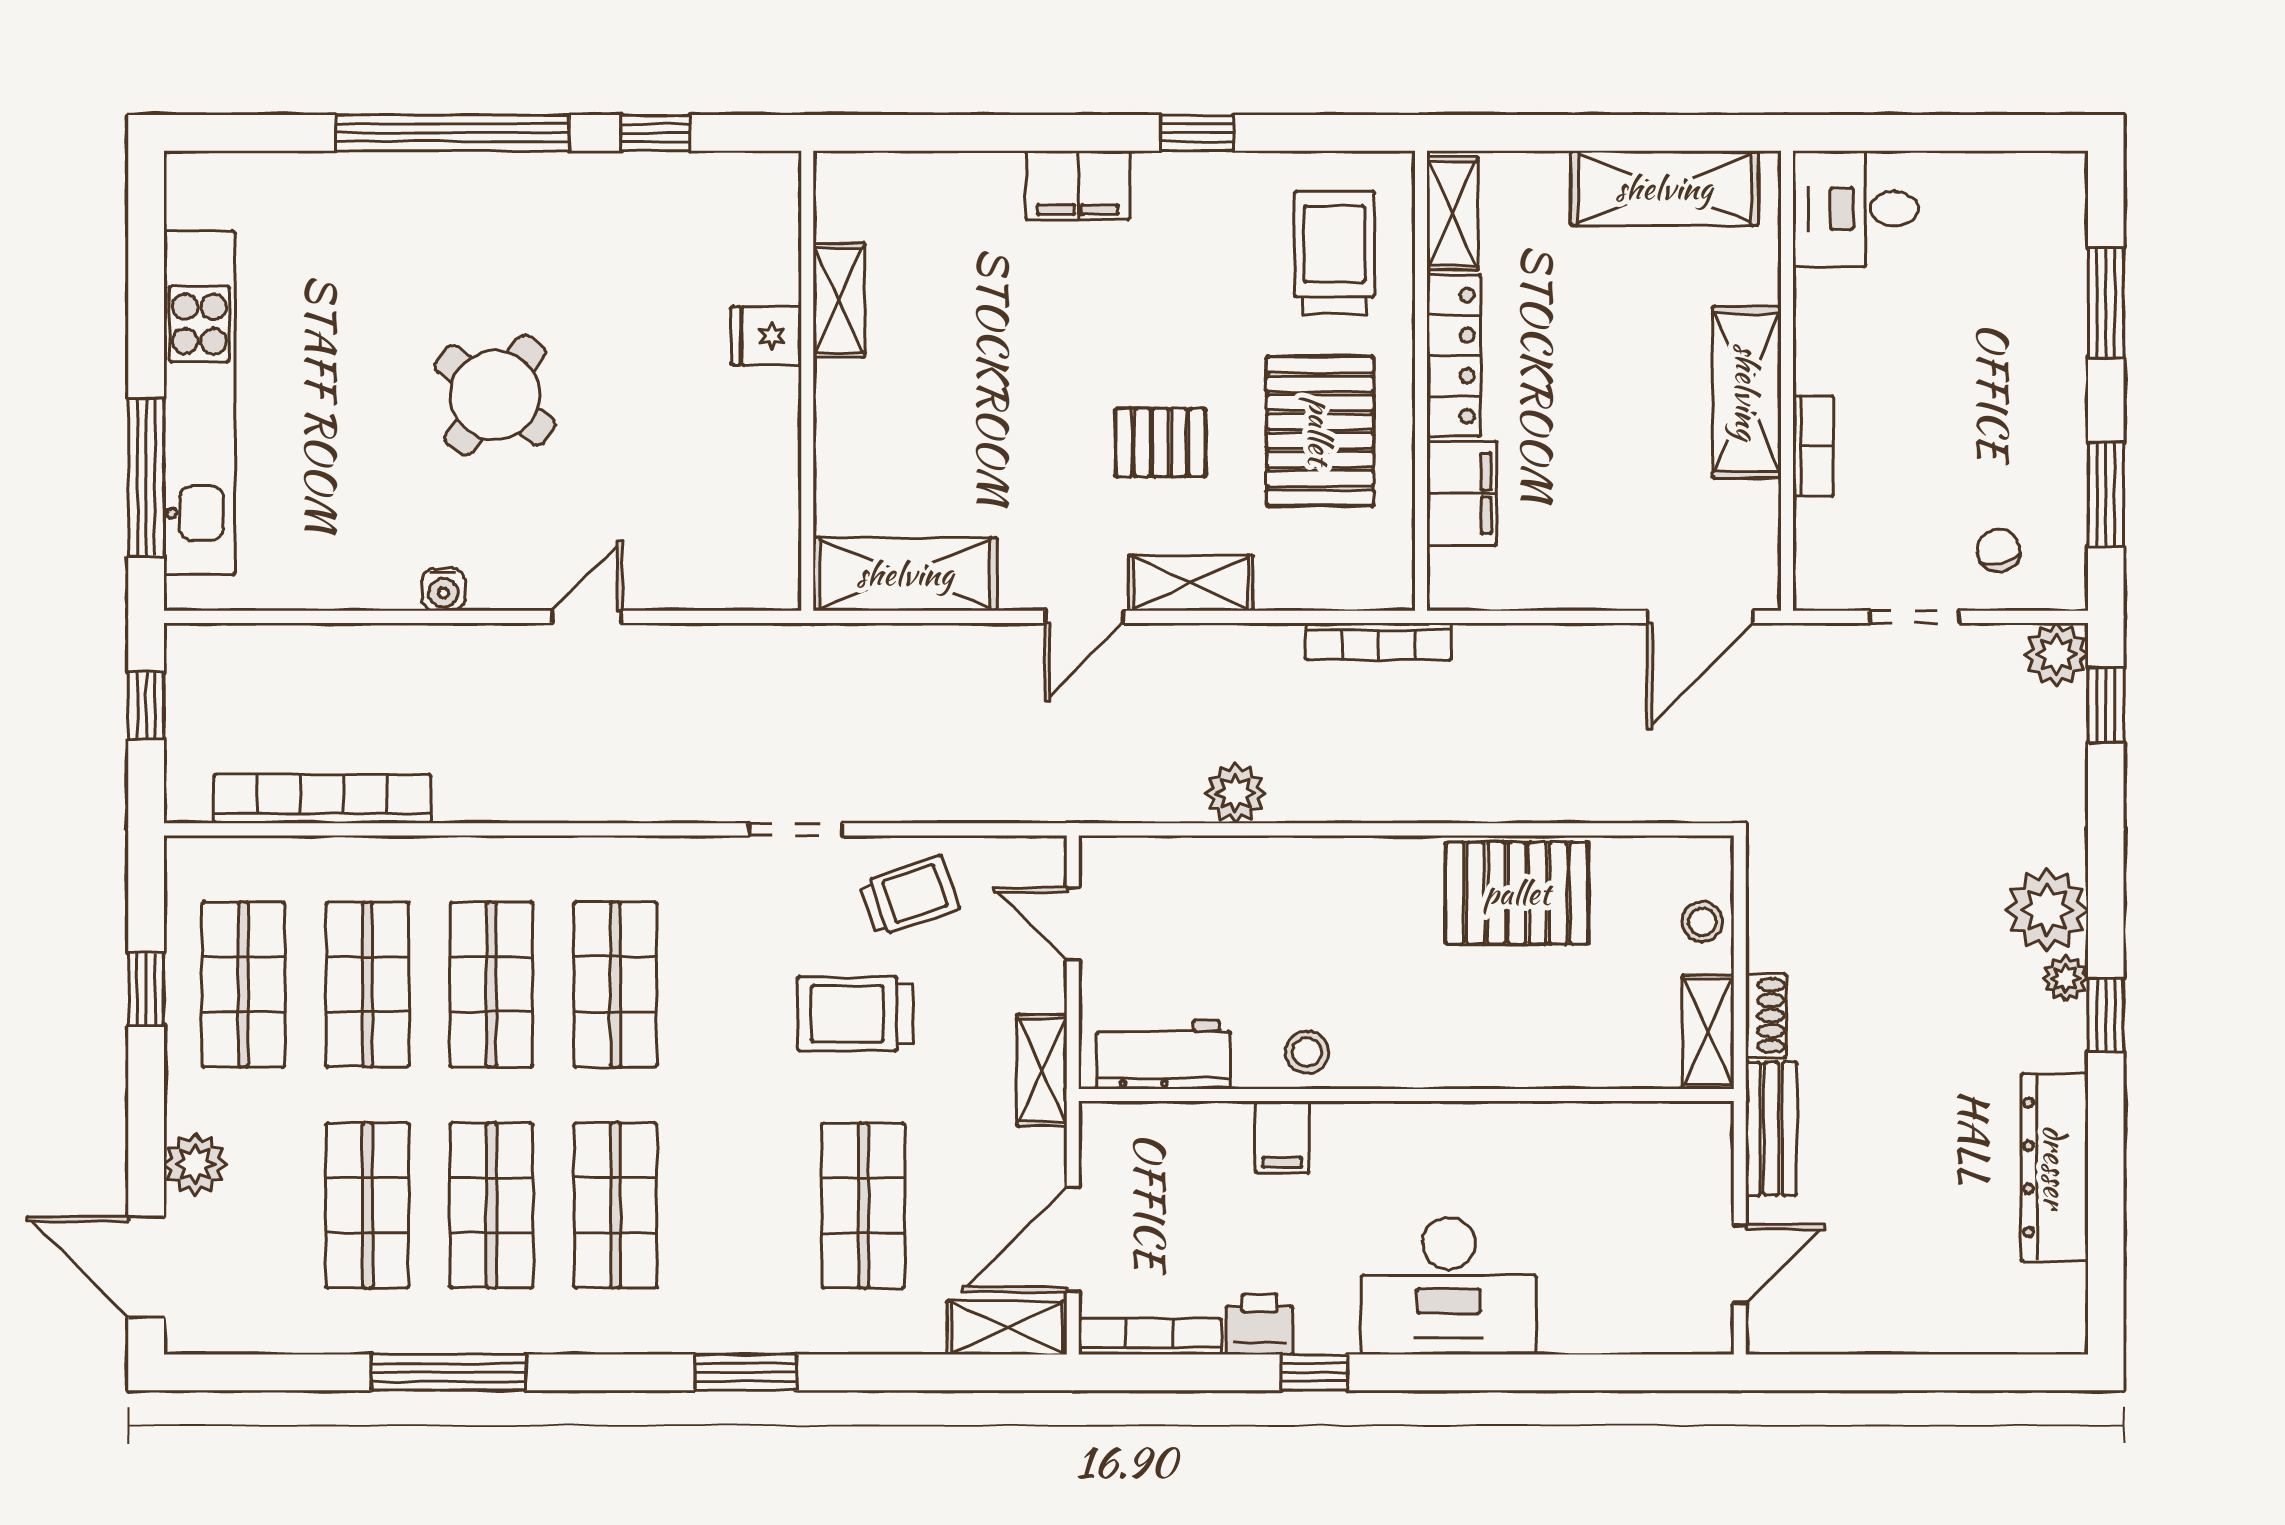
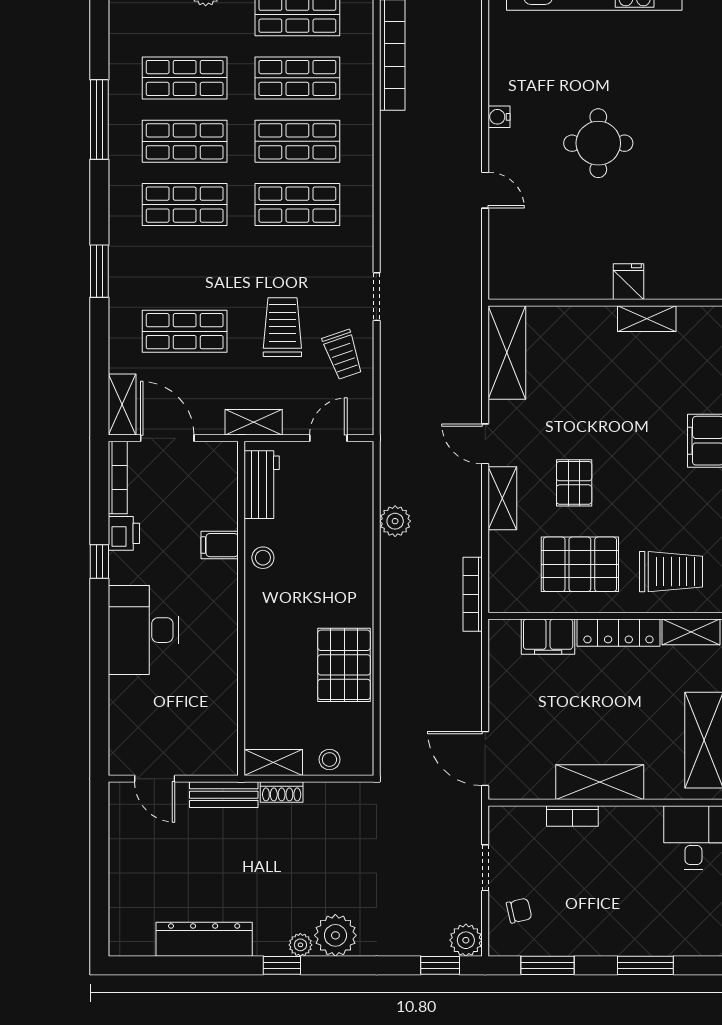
round table: (495, 395) -> (598, 143), turned -37

